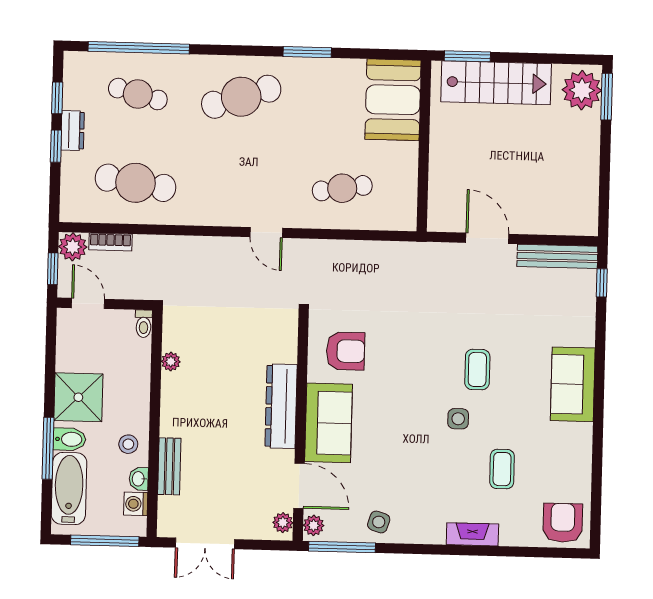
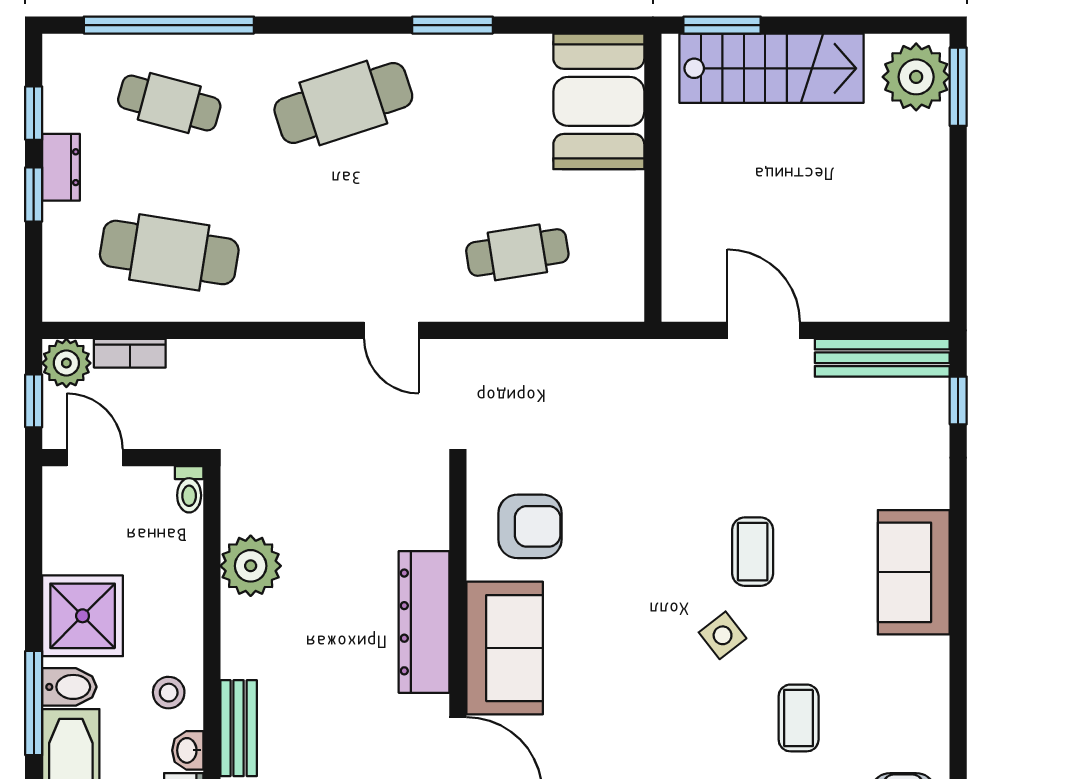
plant: (171, 362) -> (251, 566), width x1.87, depth x1.87
side table: (458, 419) -> (723, 635), turned -38

